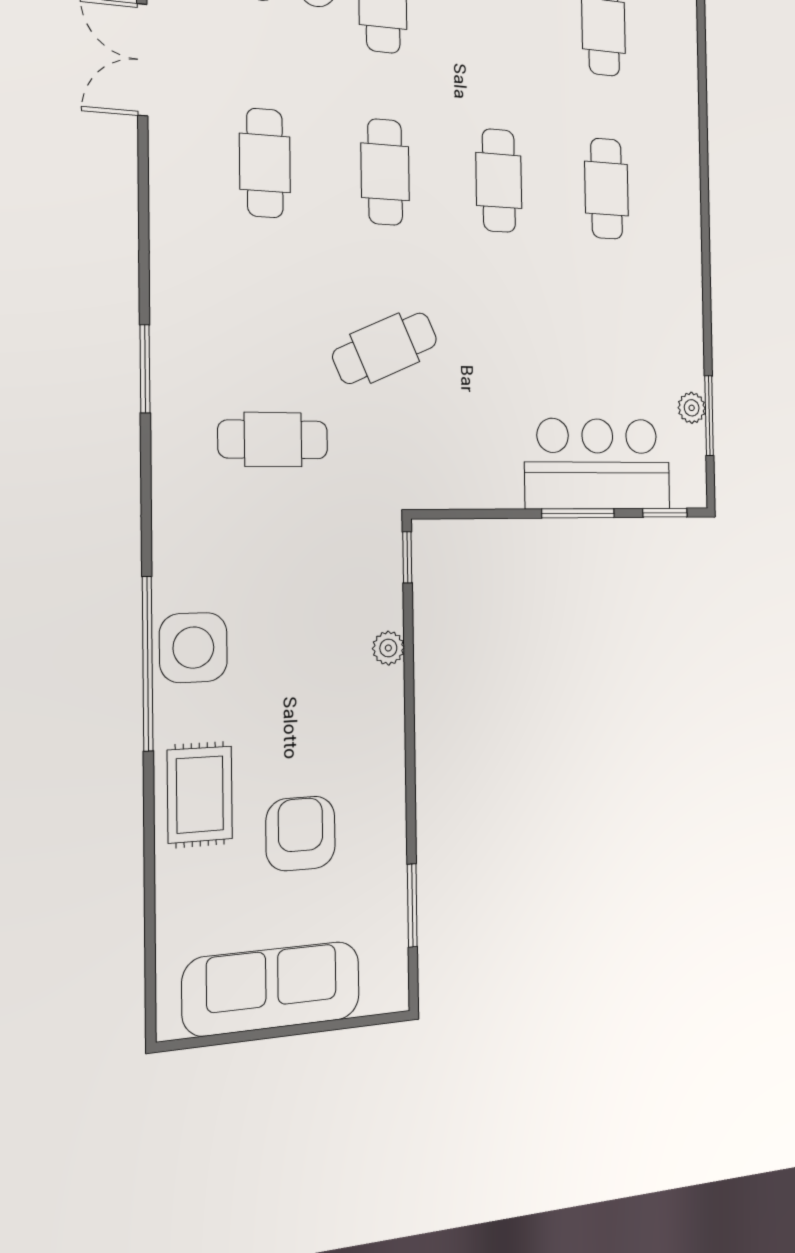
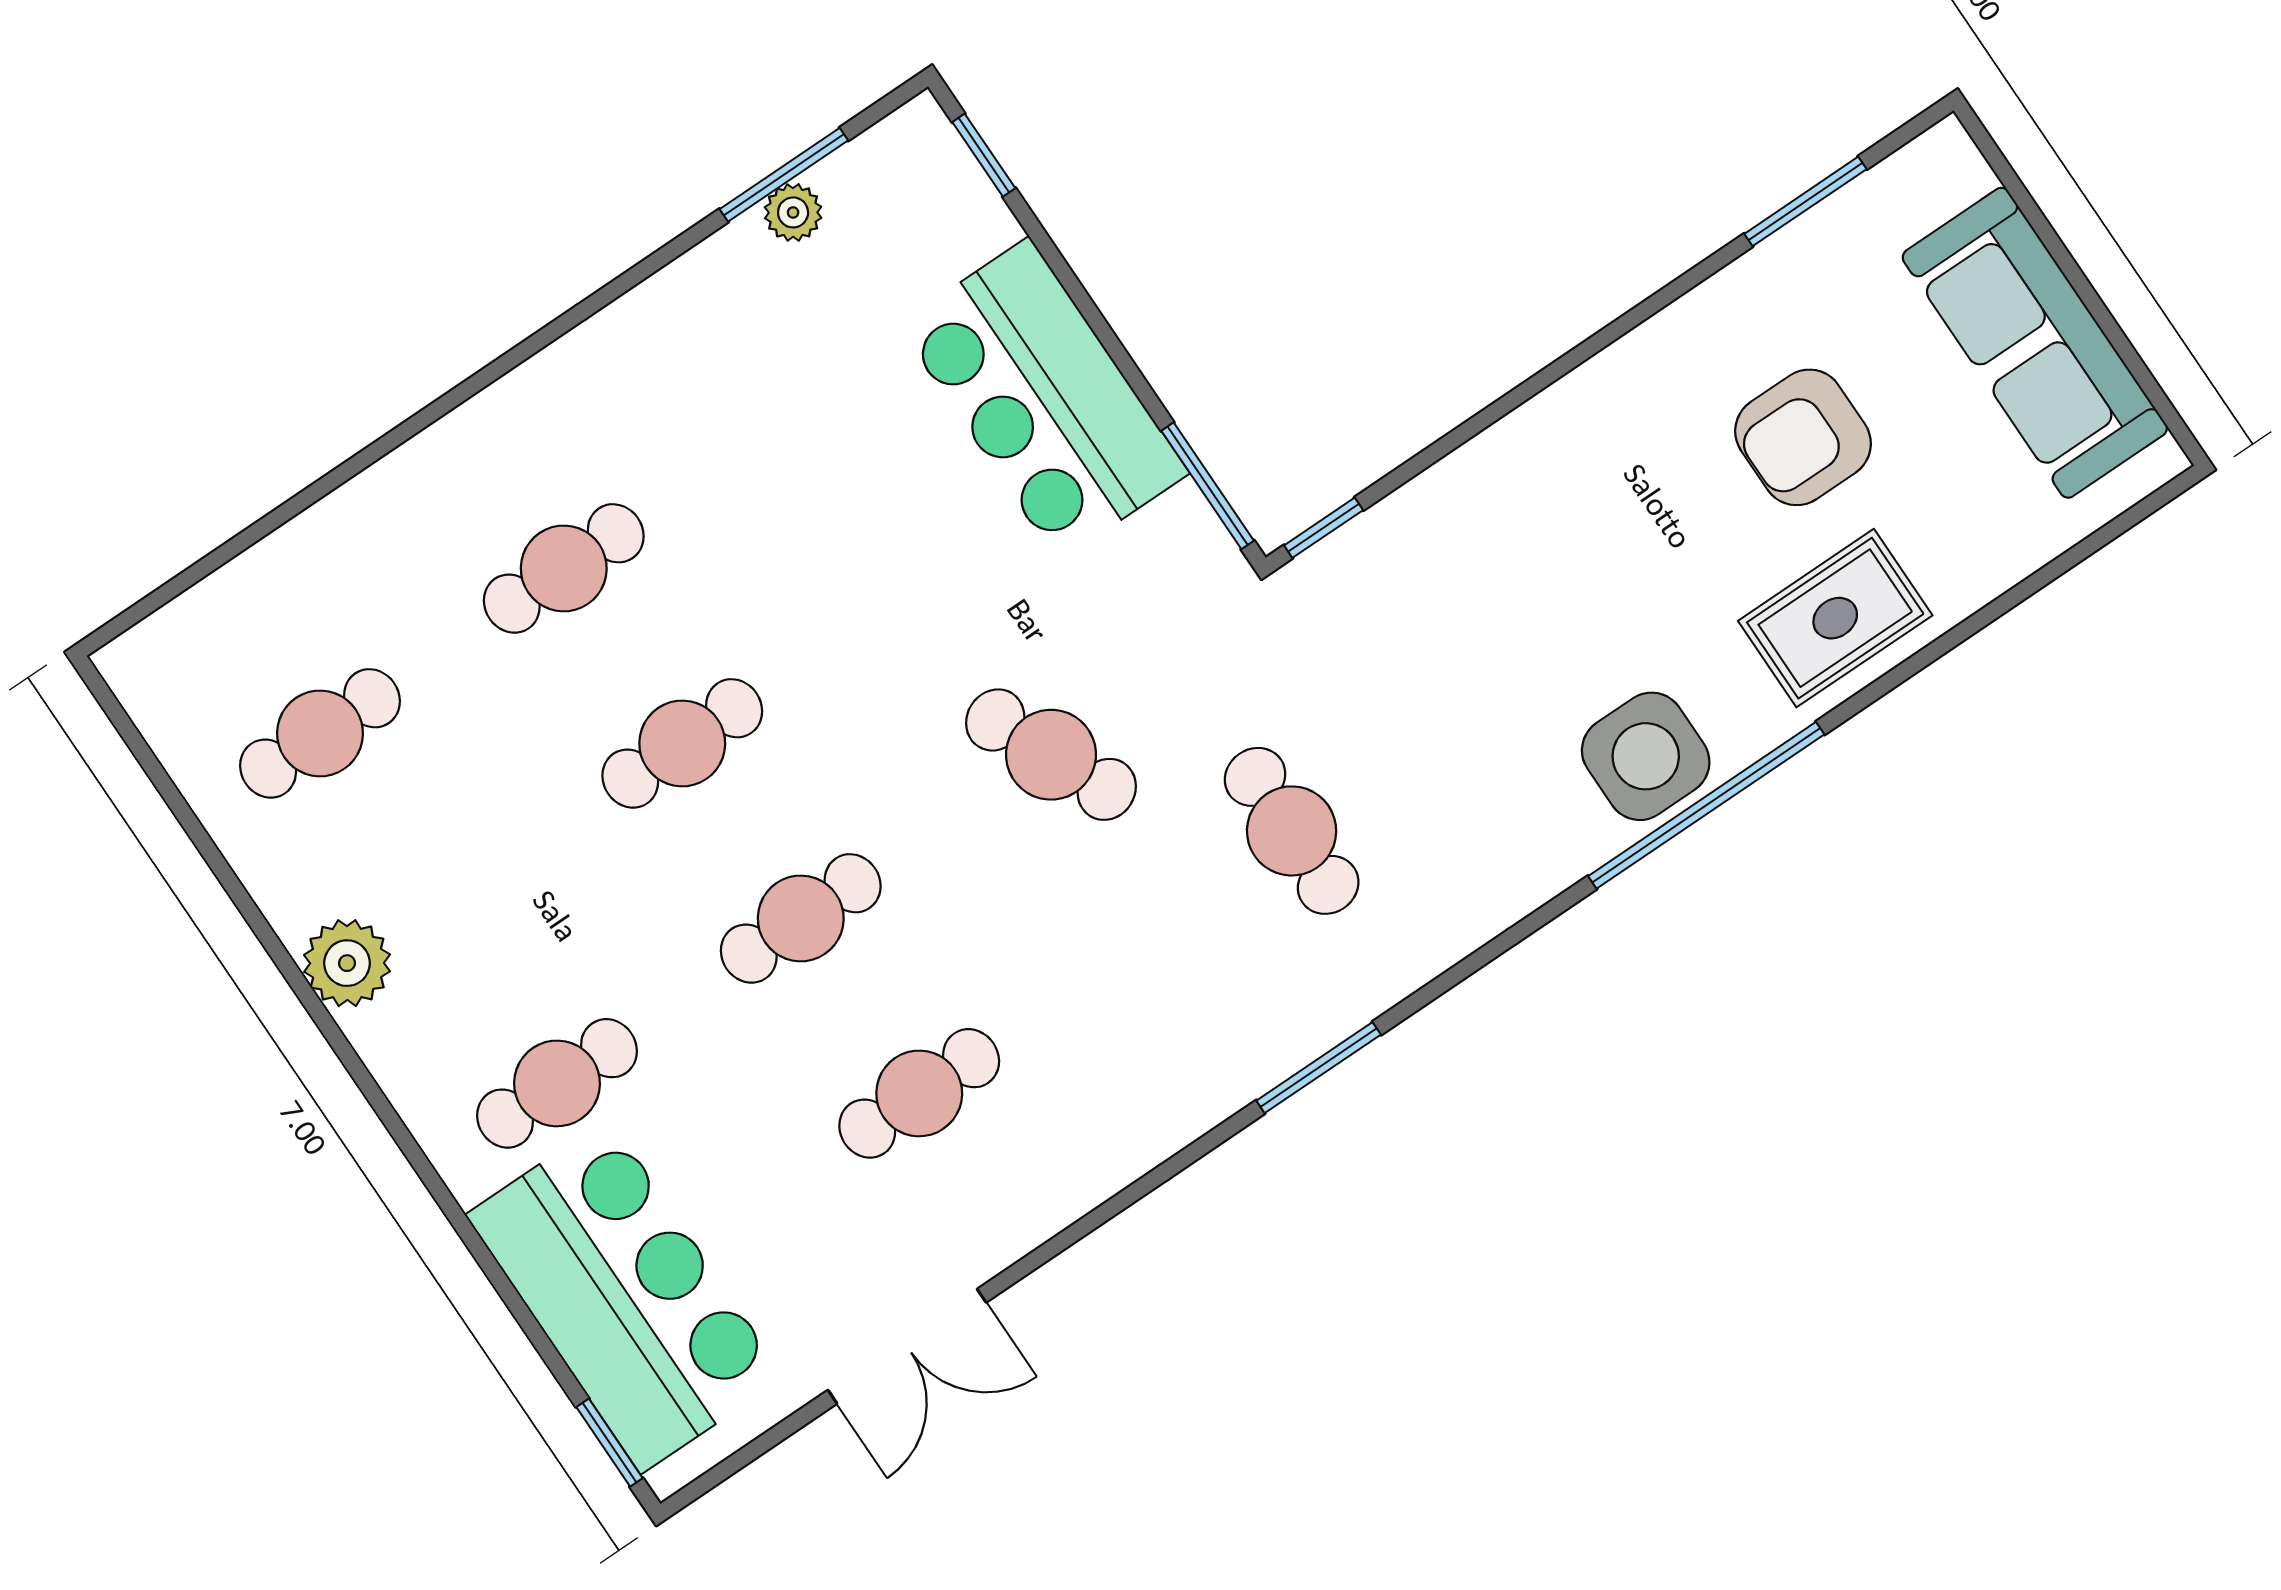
bar counter: (598, 464) -> (1044, 399), moved
window: (578, 513) -> (1208, 486), moved
plant: (388, 648) -> (1469, 473), removed

